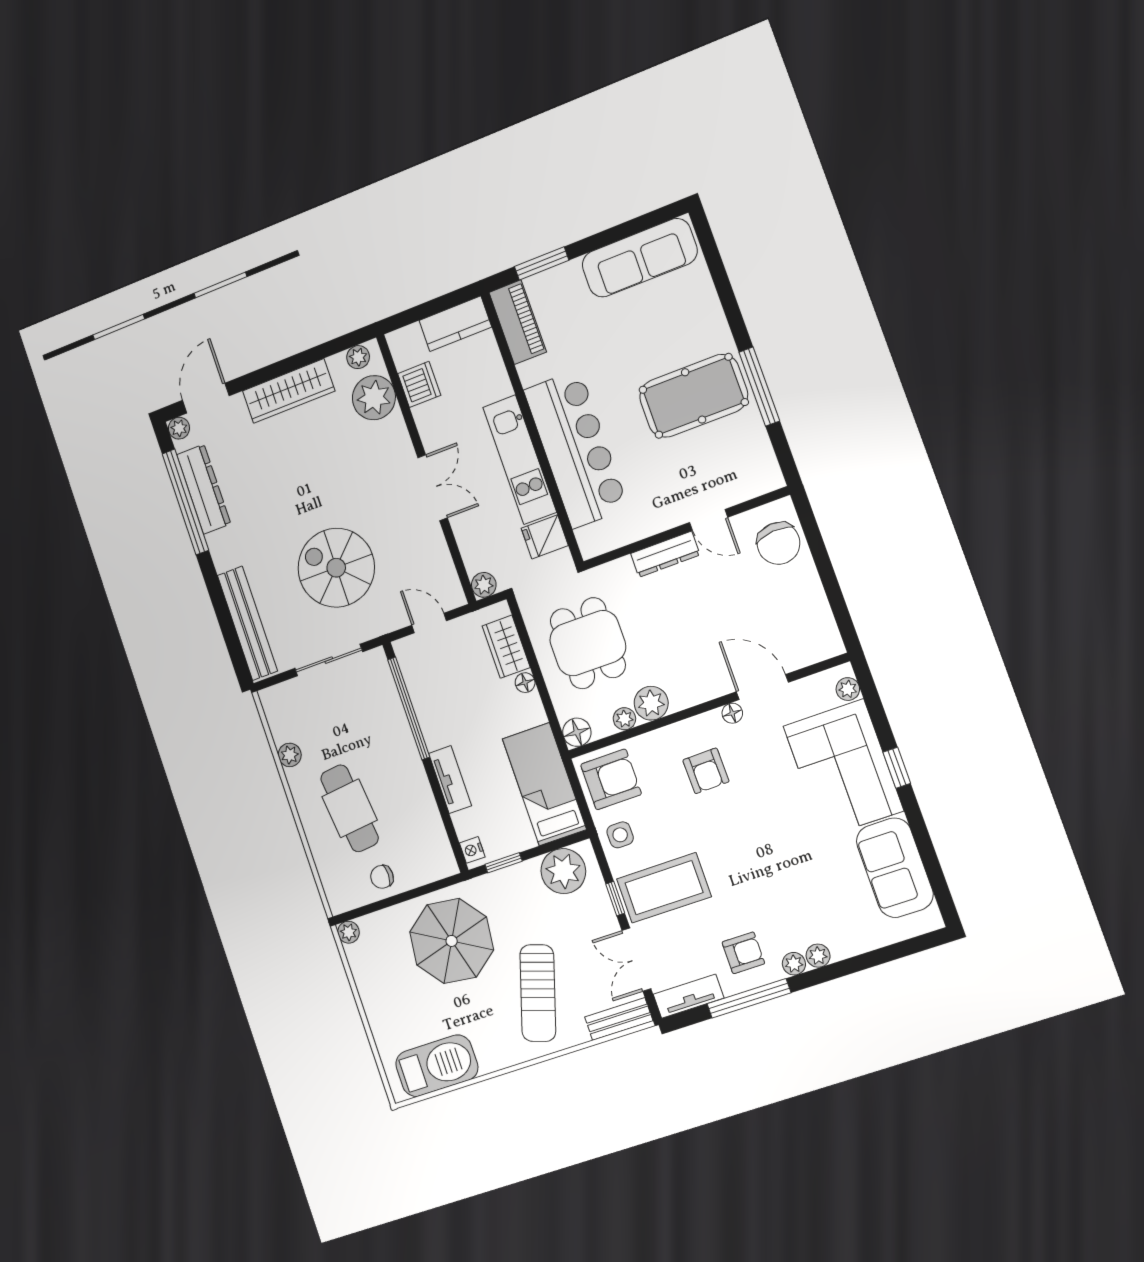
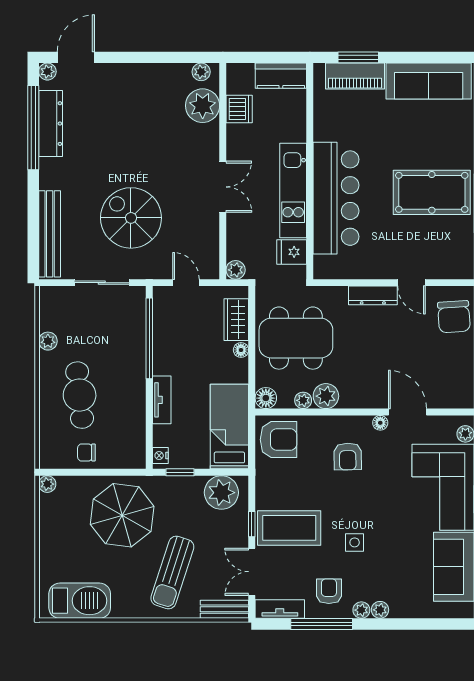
piano: (518, 322) -> (355, 76), moved, turned 90
wardrobe: (289, 391) -> (141, 76), removed
dining table: (588, 643) -> (296, 338), width x1.38
side table: (620, 835) -> (355, 542), moved
armchair: (743, 953) -> (329, 591), turned -90

